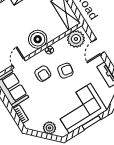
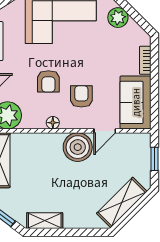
boiler: (38, 39) -> (78, 147), moved
armchair: (65, 71) -> (48, 81), turned -100

